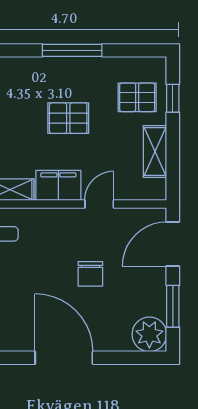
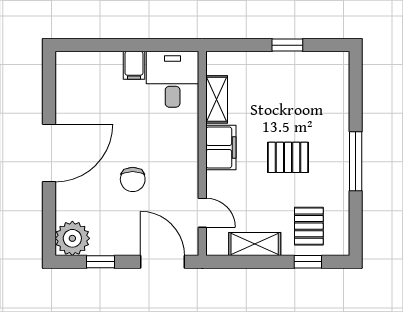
pallet: (68, 118) -> (288, 157), turned 90
door: (99, 204) -> (202, 213), moved
chair: (90, 274) -> (133, 179), turned -90
window: (173, 306) -> (100, 262), width x0.67

